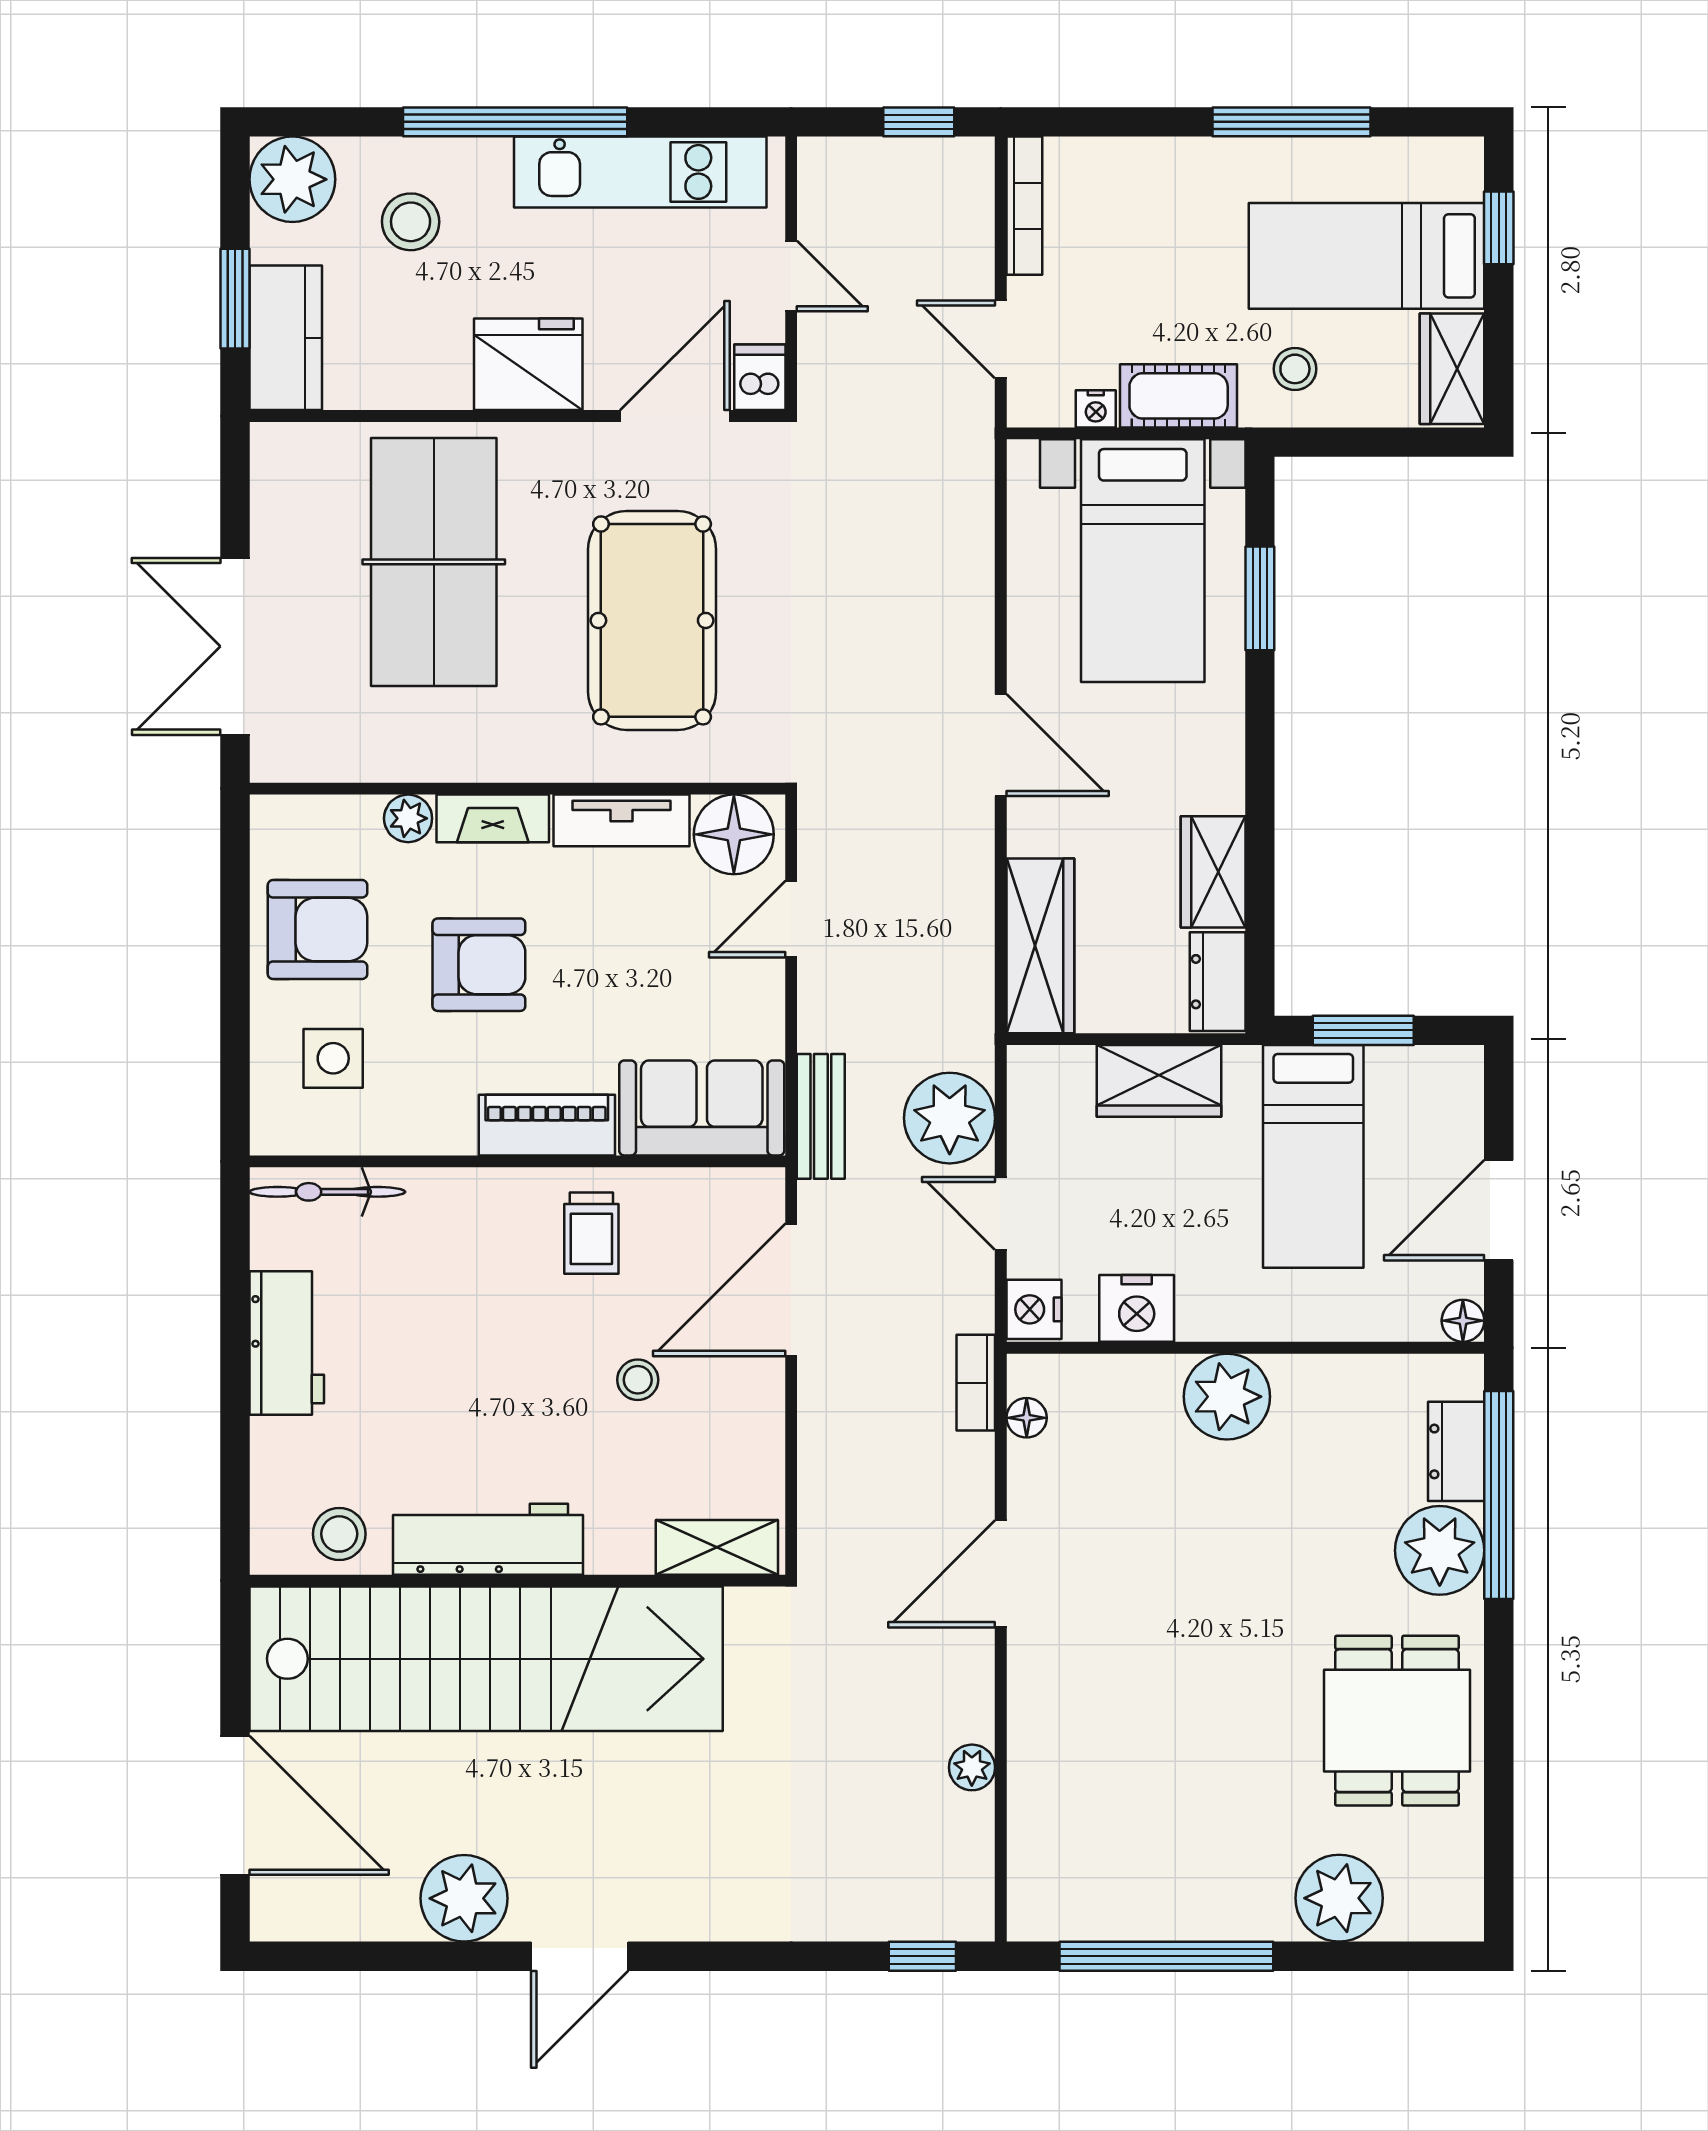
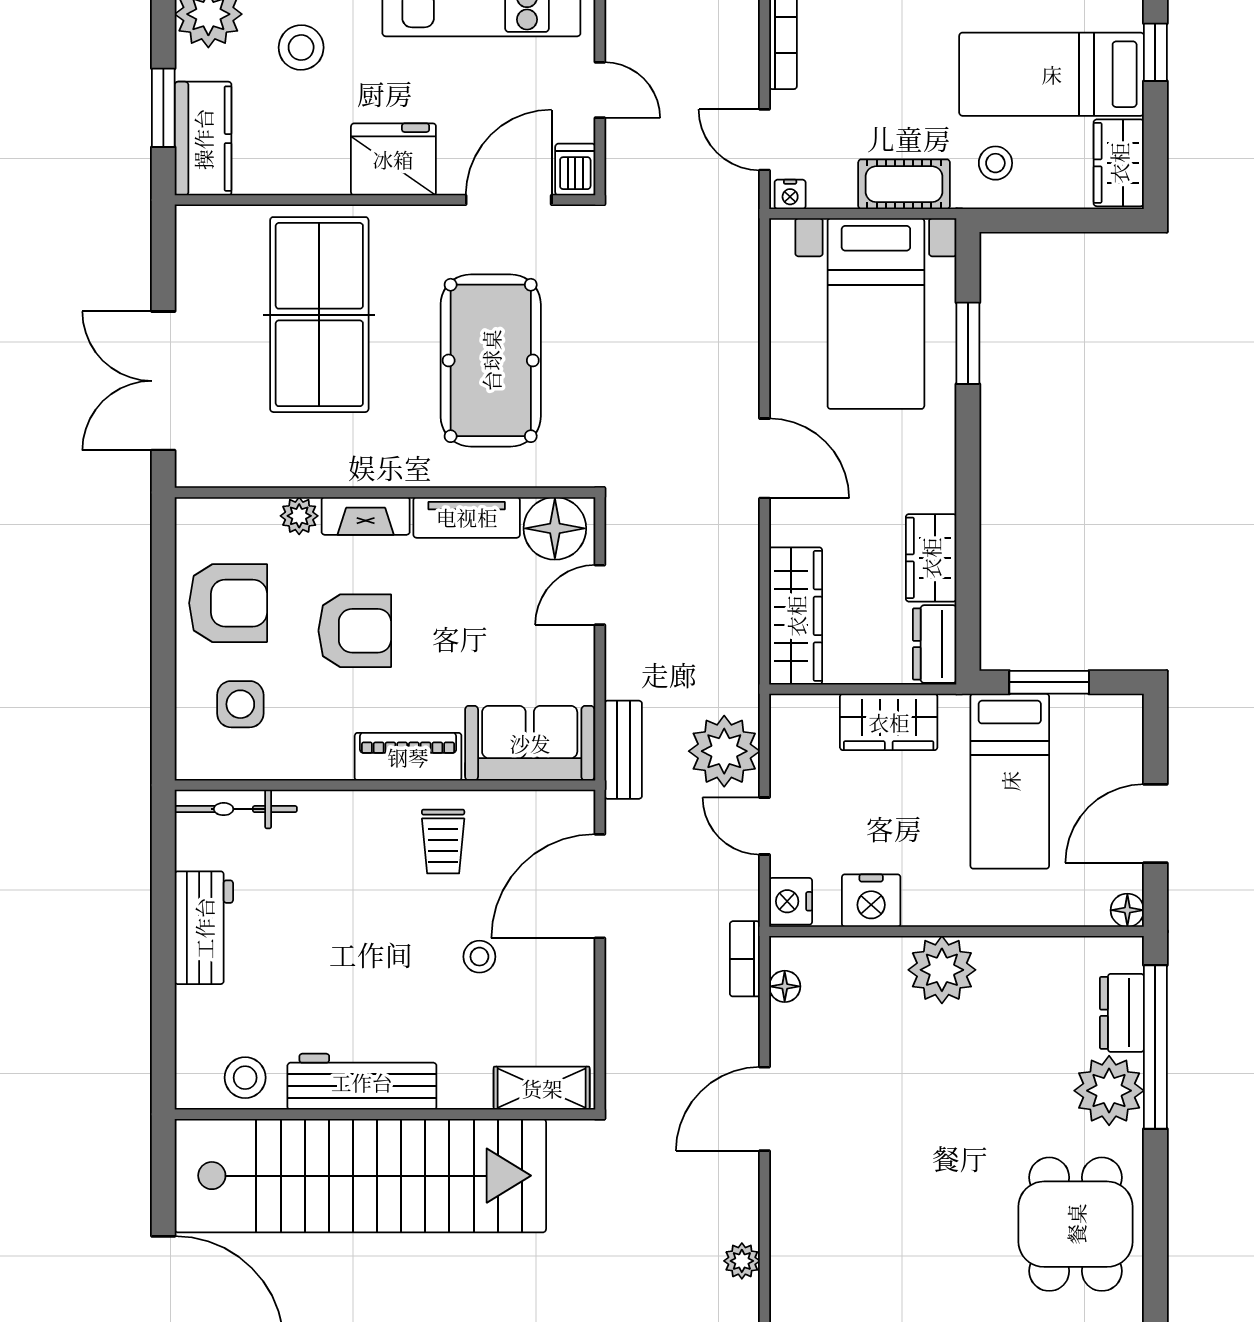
nightstand: (1096, 409) -> (790, 194), moved

